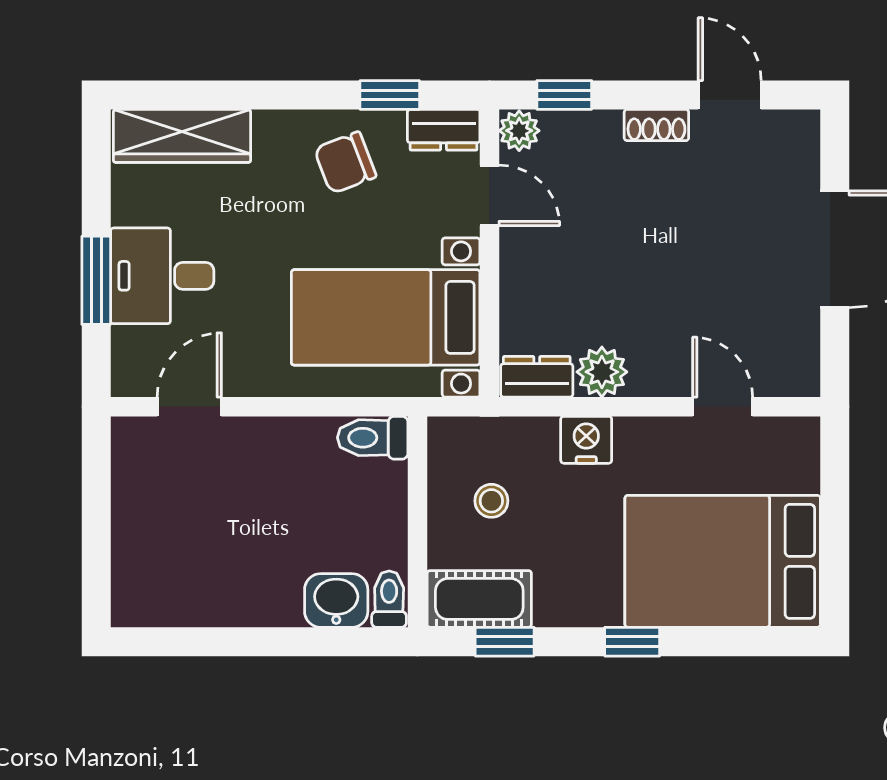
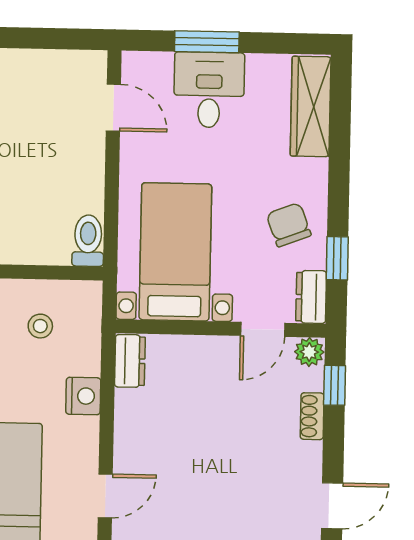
shoe rack: (656, 125) -> (312, 416), moved
plant: (602, 372) -> (132, 408), removed

